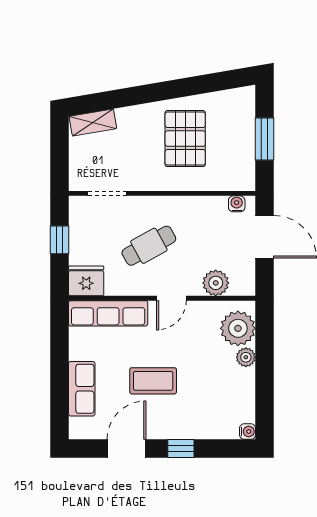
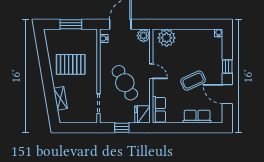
shelving: (93, 122) -> (60, 98), moved
cafe table: (149, 246) -> (125, 83), width x1.37, depth x1.35
plant: (216, 283) -> (144, 36), moved
row of seats: (108, 313) -> (159, 110), width x0.68
plant: (246, 357) -> (181, 34), removed
coffee table: (153, 381) -> (193, 81), turned 65

